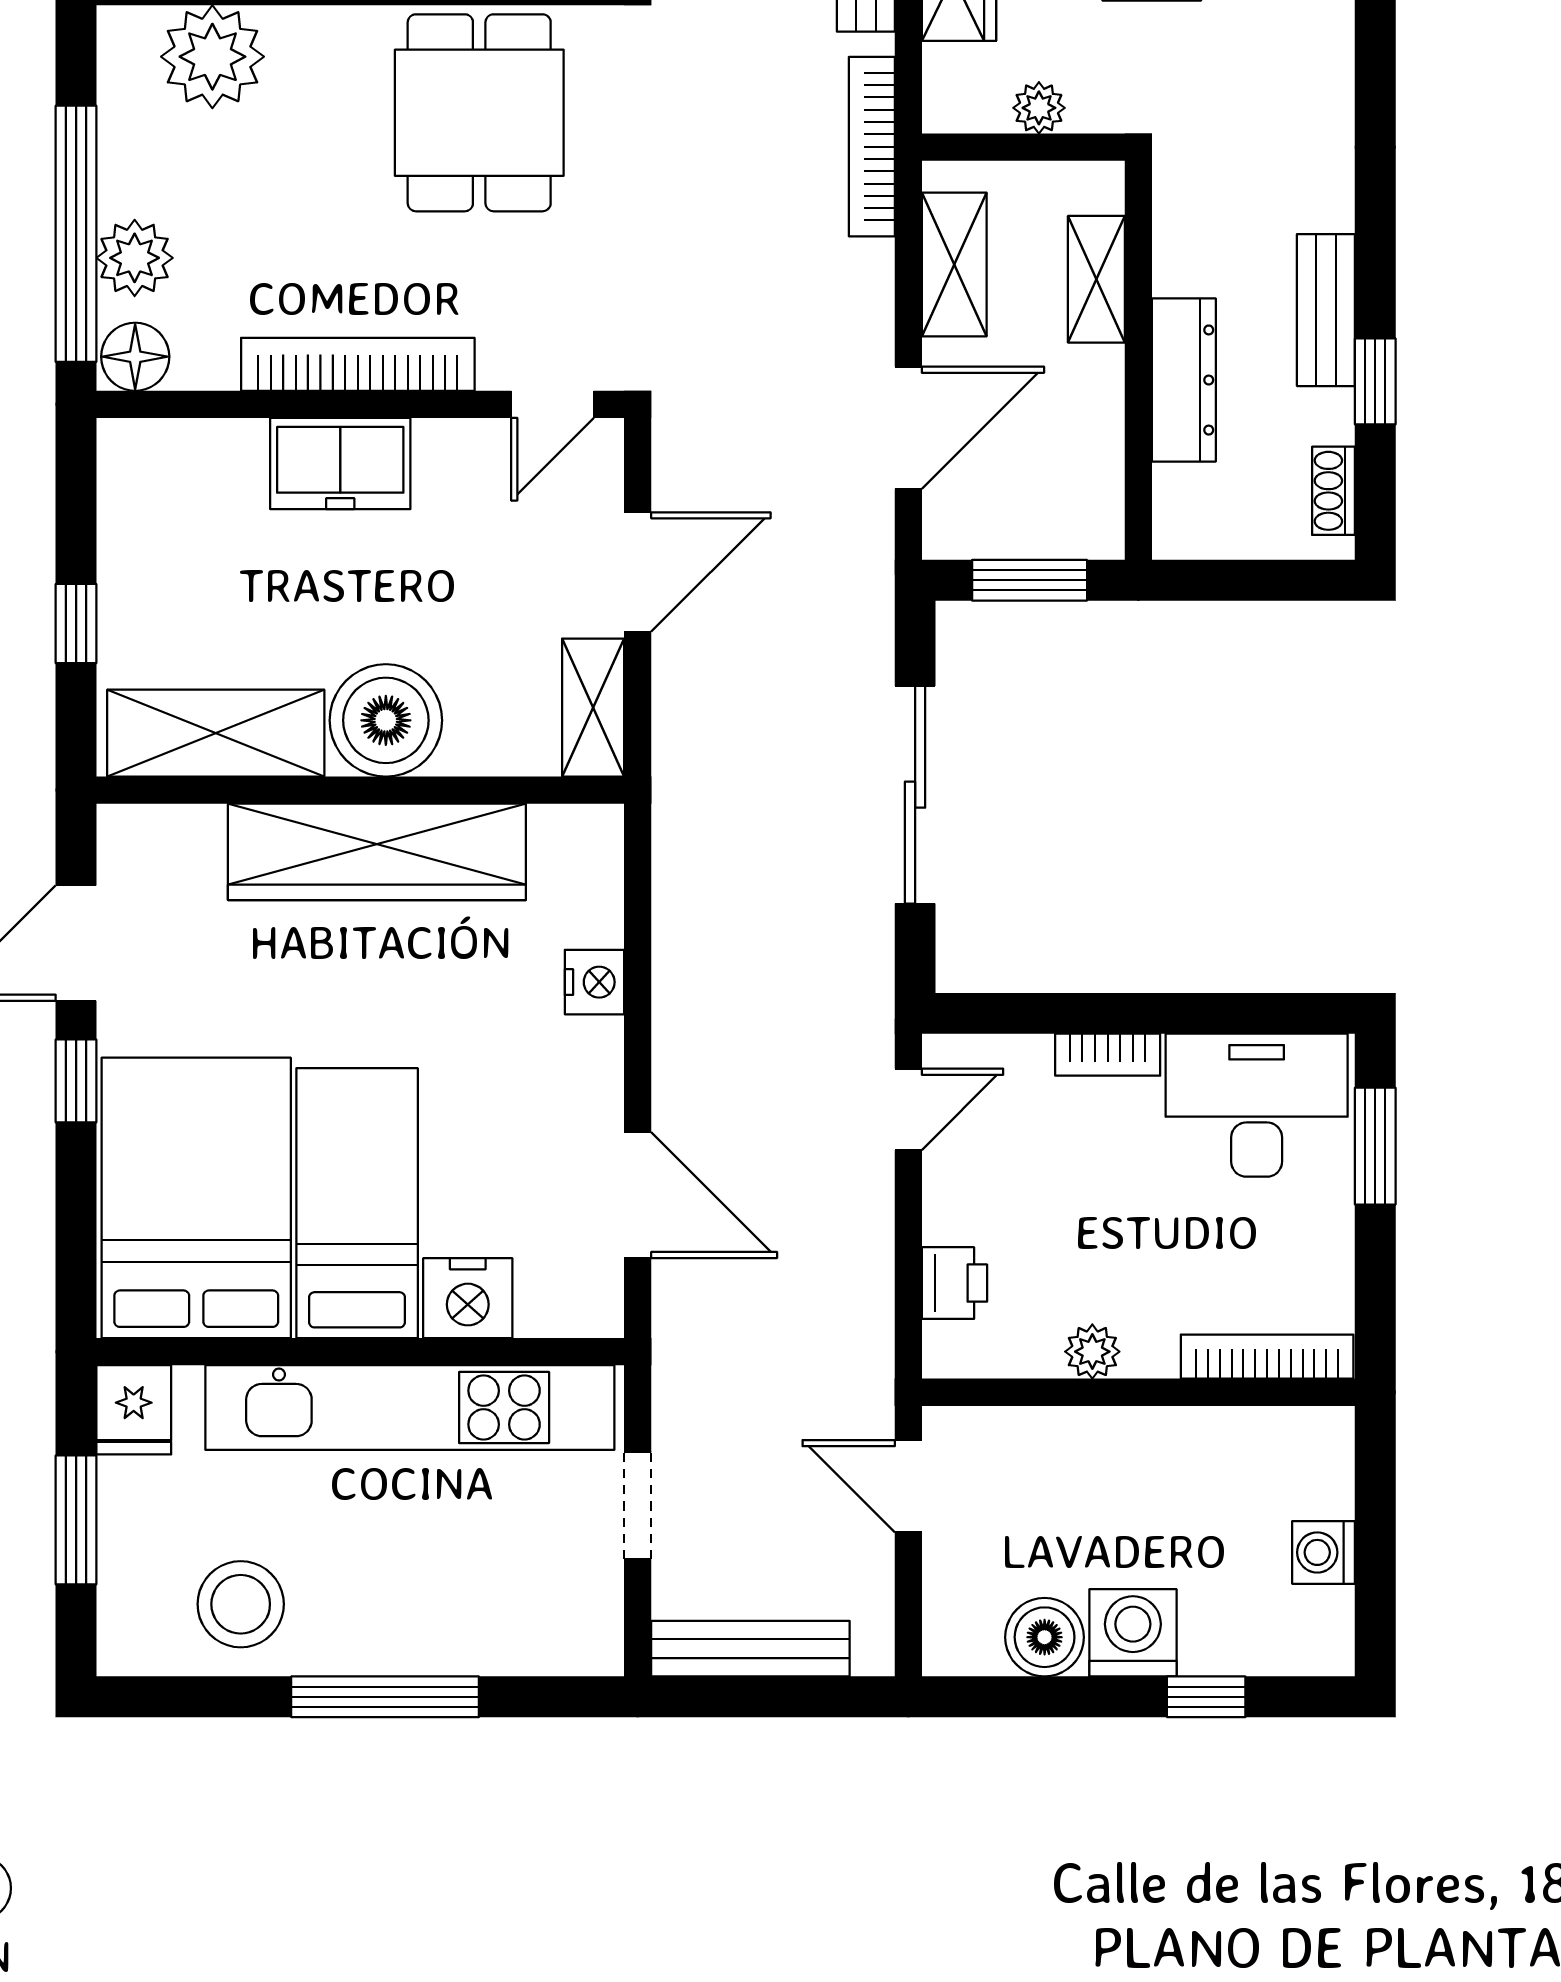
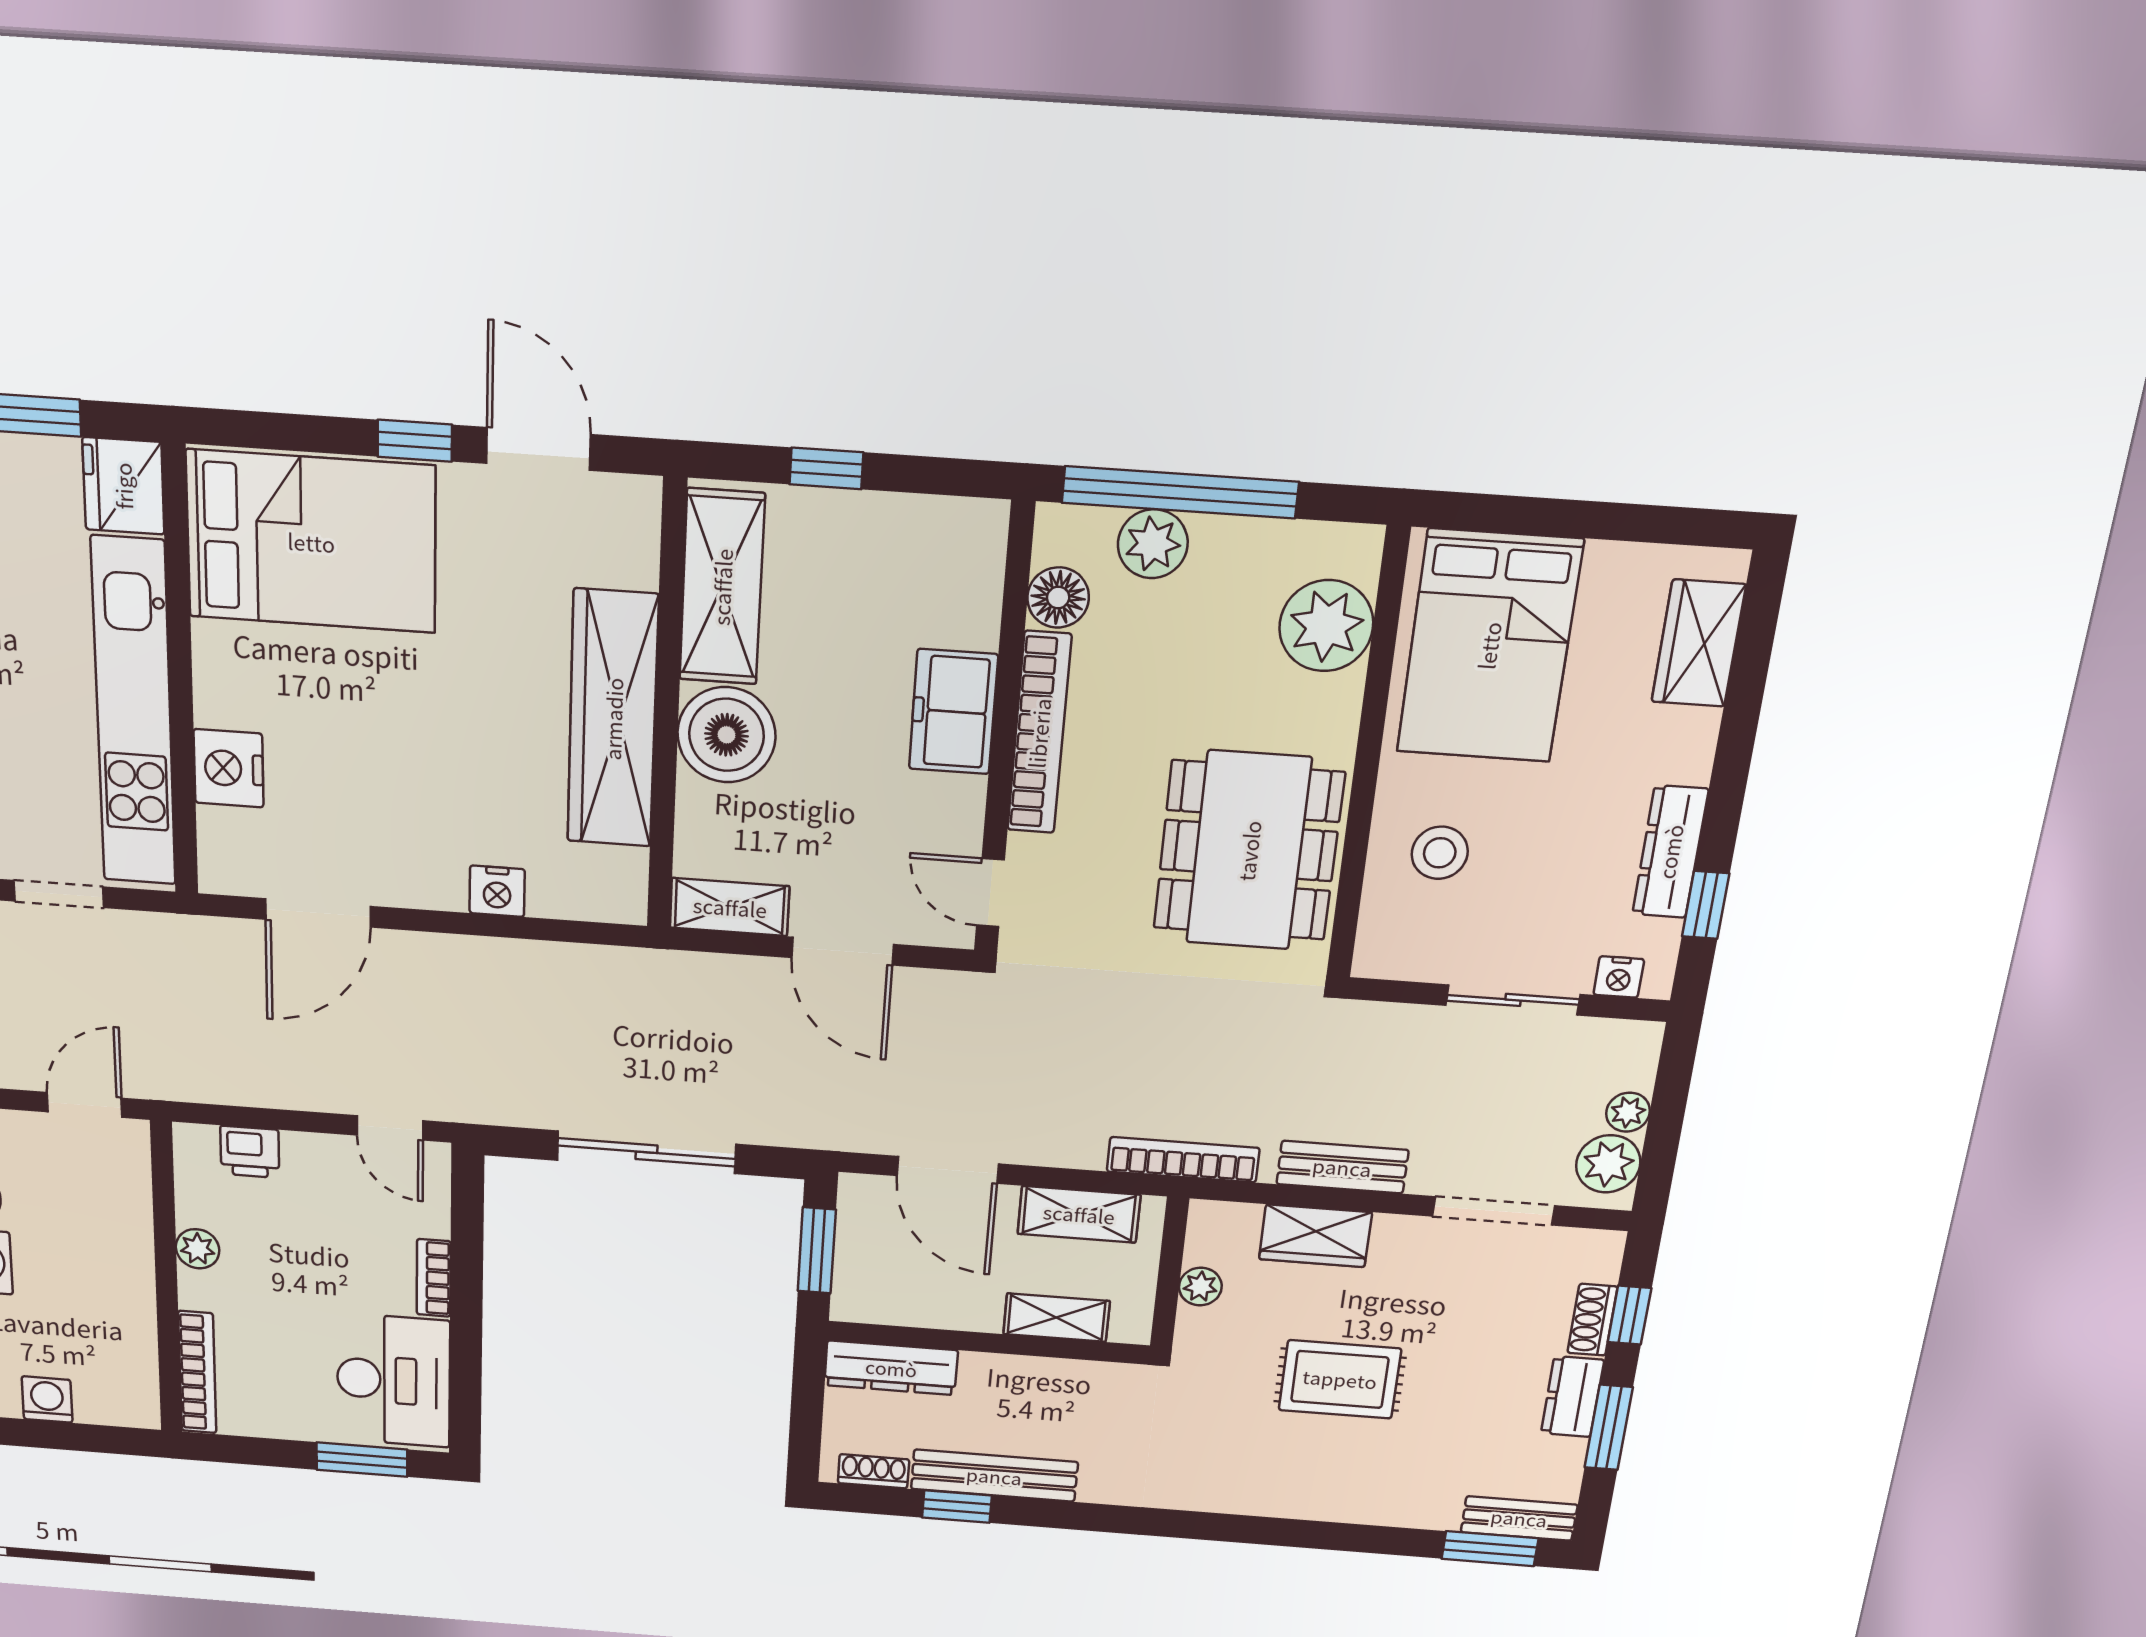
dining table: (479, 113) -> (1249, 851), width x1.38
bench: (1326, 310) -> (994, 1476), width x1.36
floor lamp: (135, 357) -> (1058, 598), moved
dresser: (1184, 380) -> (891, 1368), moved
bed: (357, 1203) -> (308, 681), removed
fridge: (134, 1410) -> (123, 486), width x1.38

